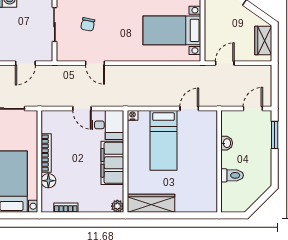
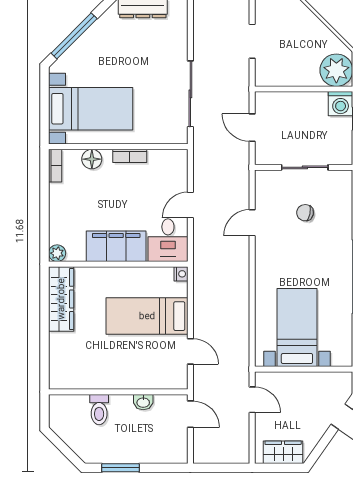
door: (253, 108) -> (190, 414), moved
window: (275, 135) -> (120, 468), moved
bookcase: (46, 153) -> (130, 156), width x0.64
bookcase: (66, 208) -> (55, 166), moved

